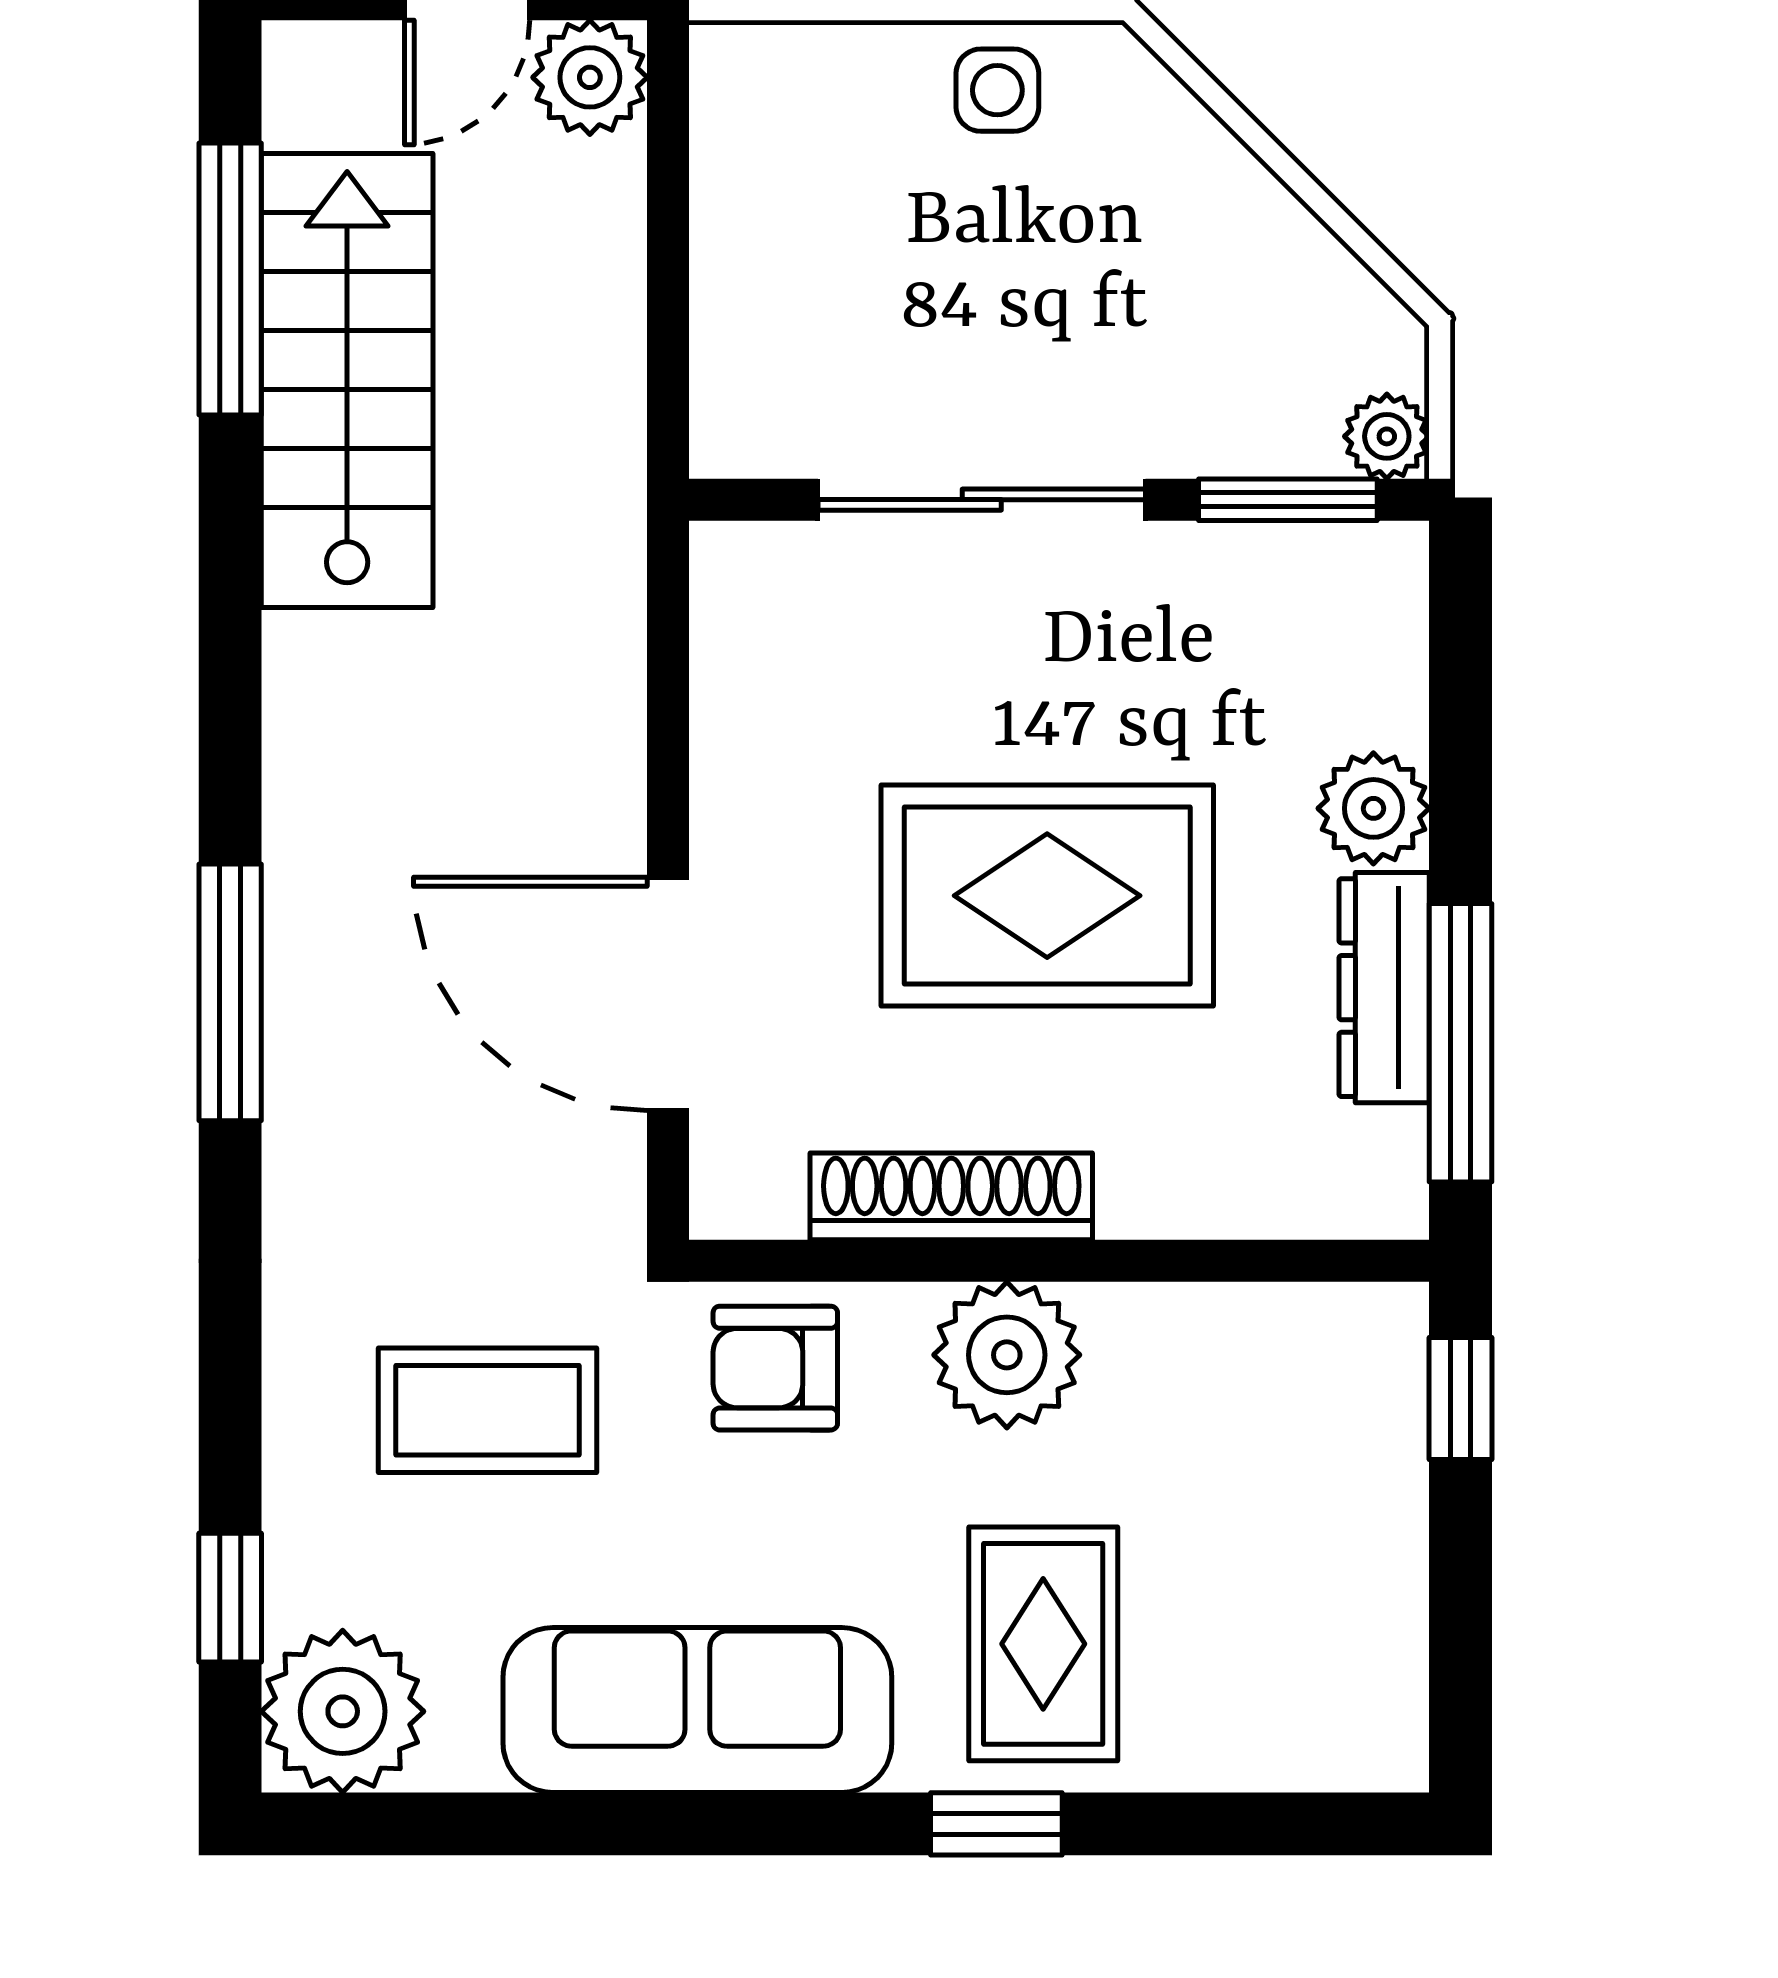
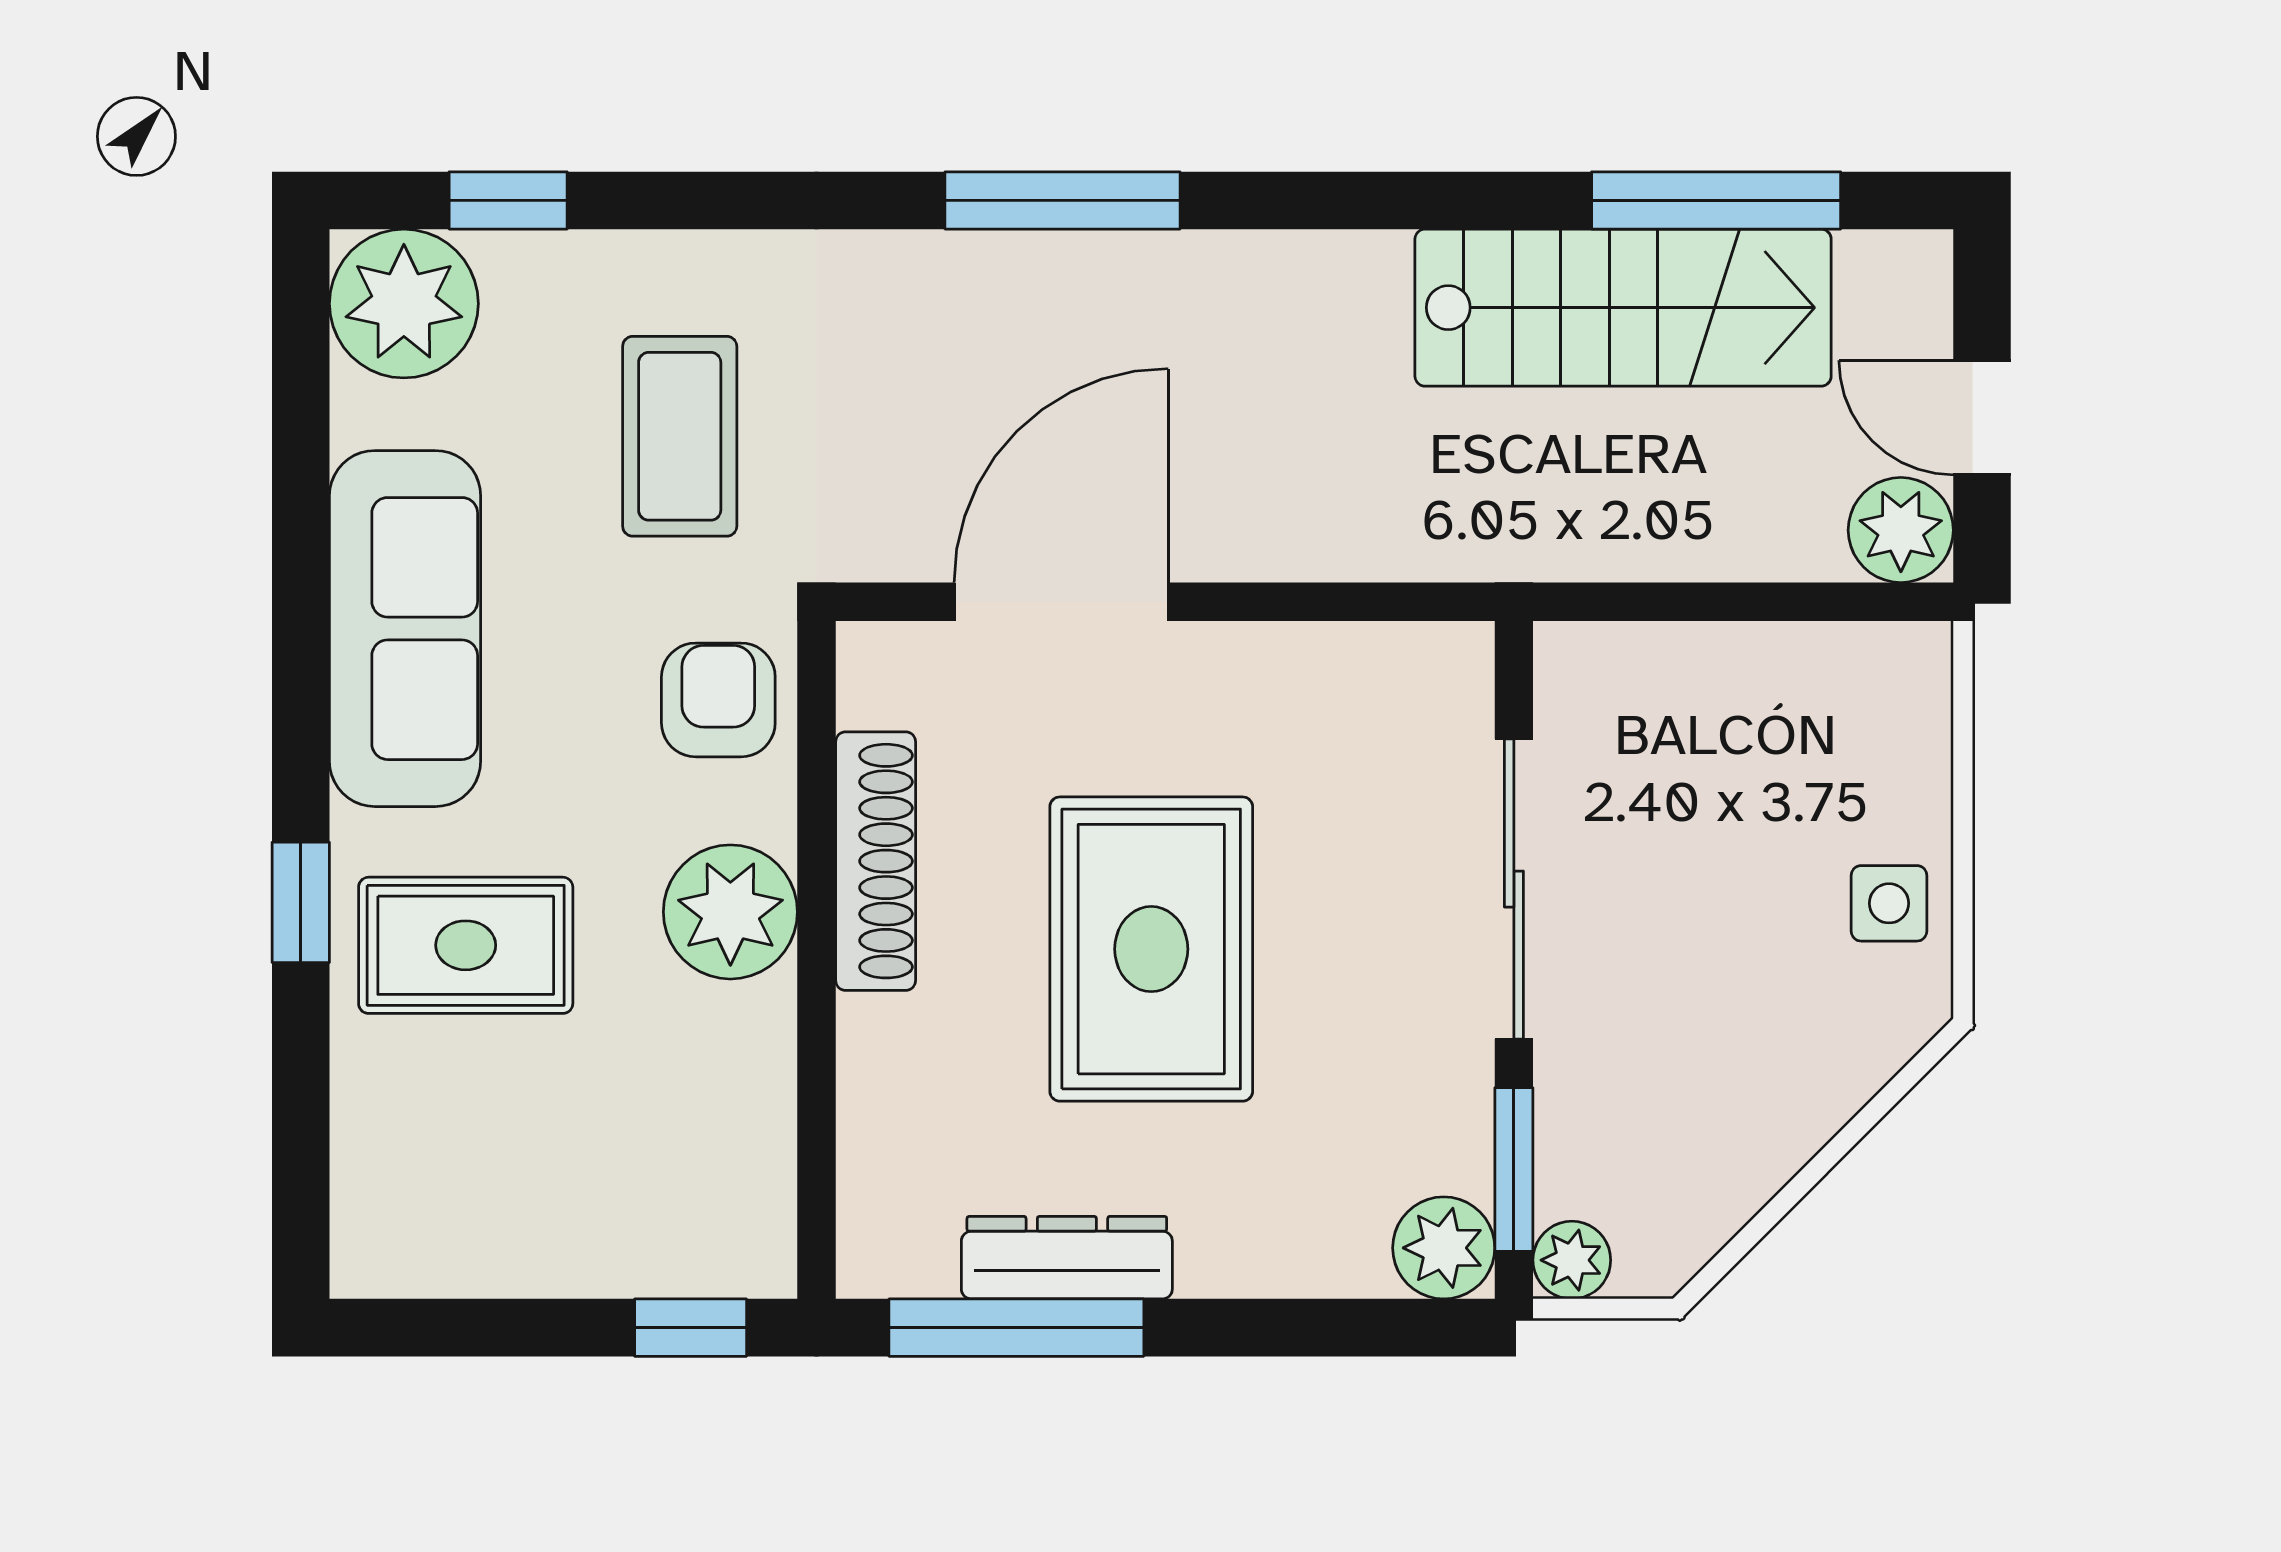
plant: (1373, 808) -> (1444, 1248), moved

